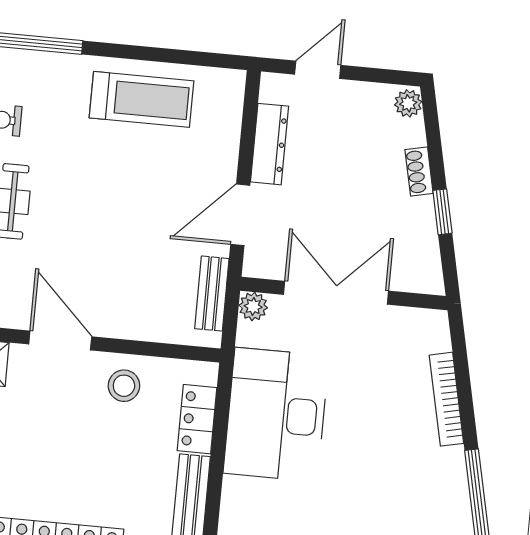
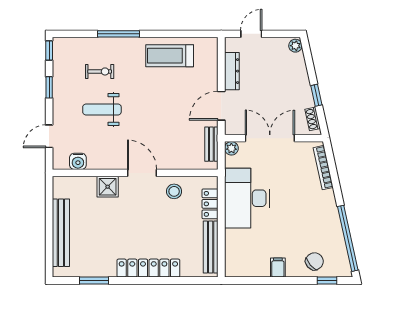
treadmill: (142, 99) -> (170, 56), turned 180
shoe rack: (419, 172) -> (313, 119), moved
bookcase: (446, 399) -> (323, 168), moved

